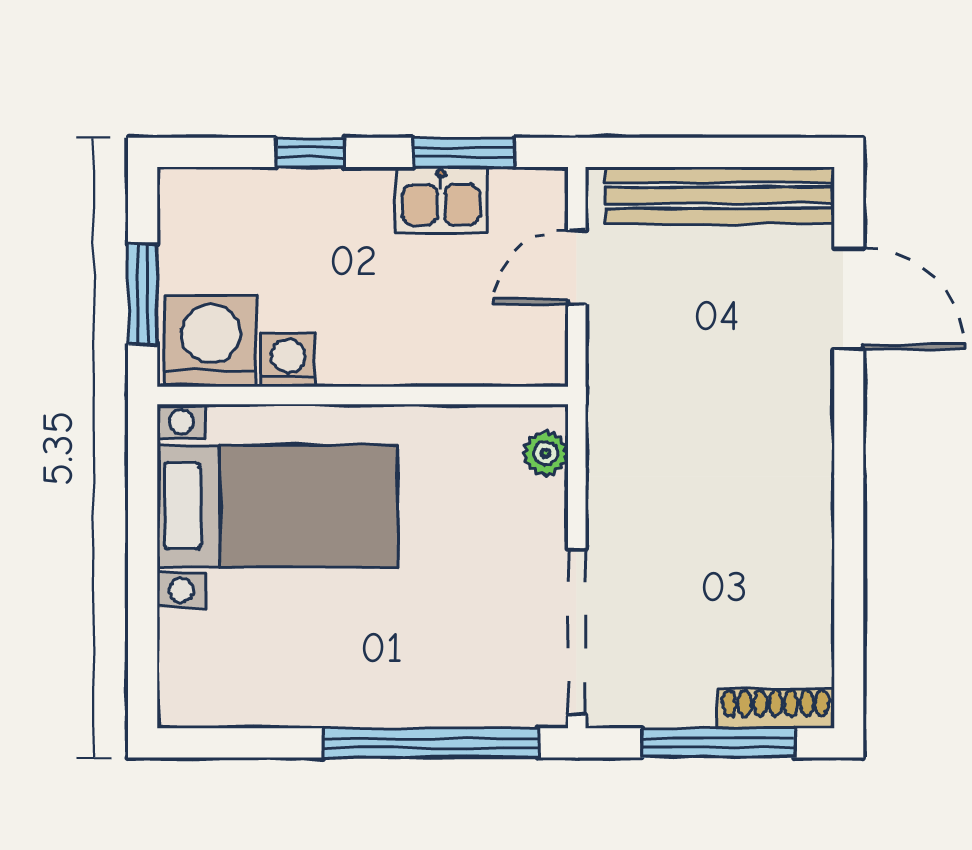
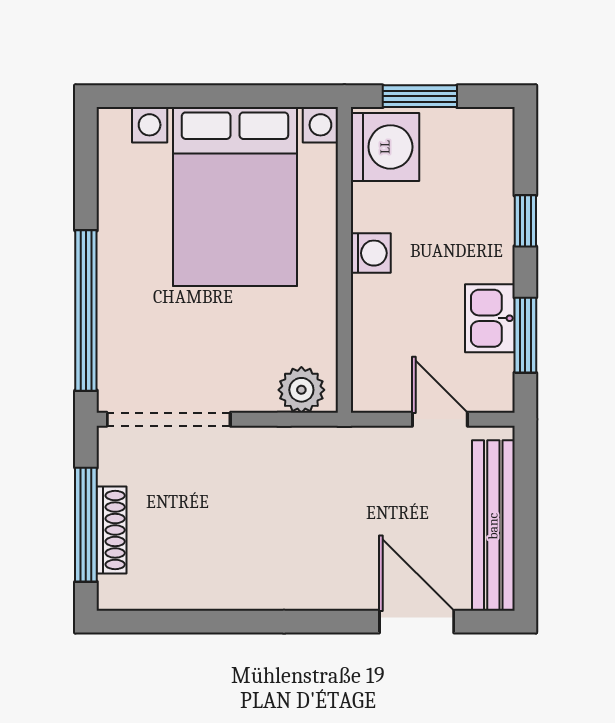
door: (849, 299) -> (417, 622), swing flipped
washing machine: (288, 360) -> (371, 253), moved
plant: (546, 453) -> (301, 390), width x1.38, depth x1.38
bed with nightstands: (277, 506) -> (235, 196), width x1.36
shoe rack: (776, 708) -> (112, 530), moved

